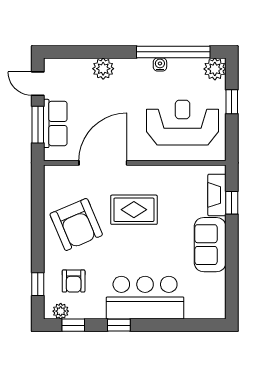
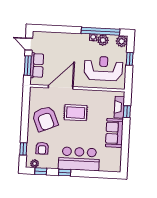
plant: (103, 69) -> (103, 40), moved

